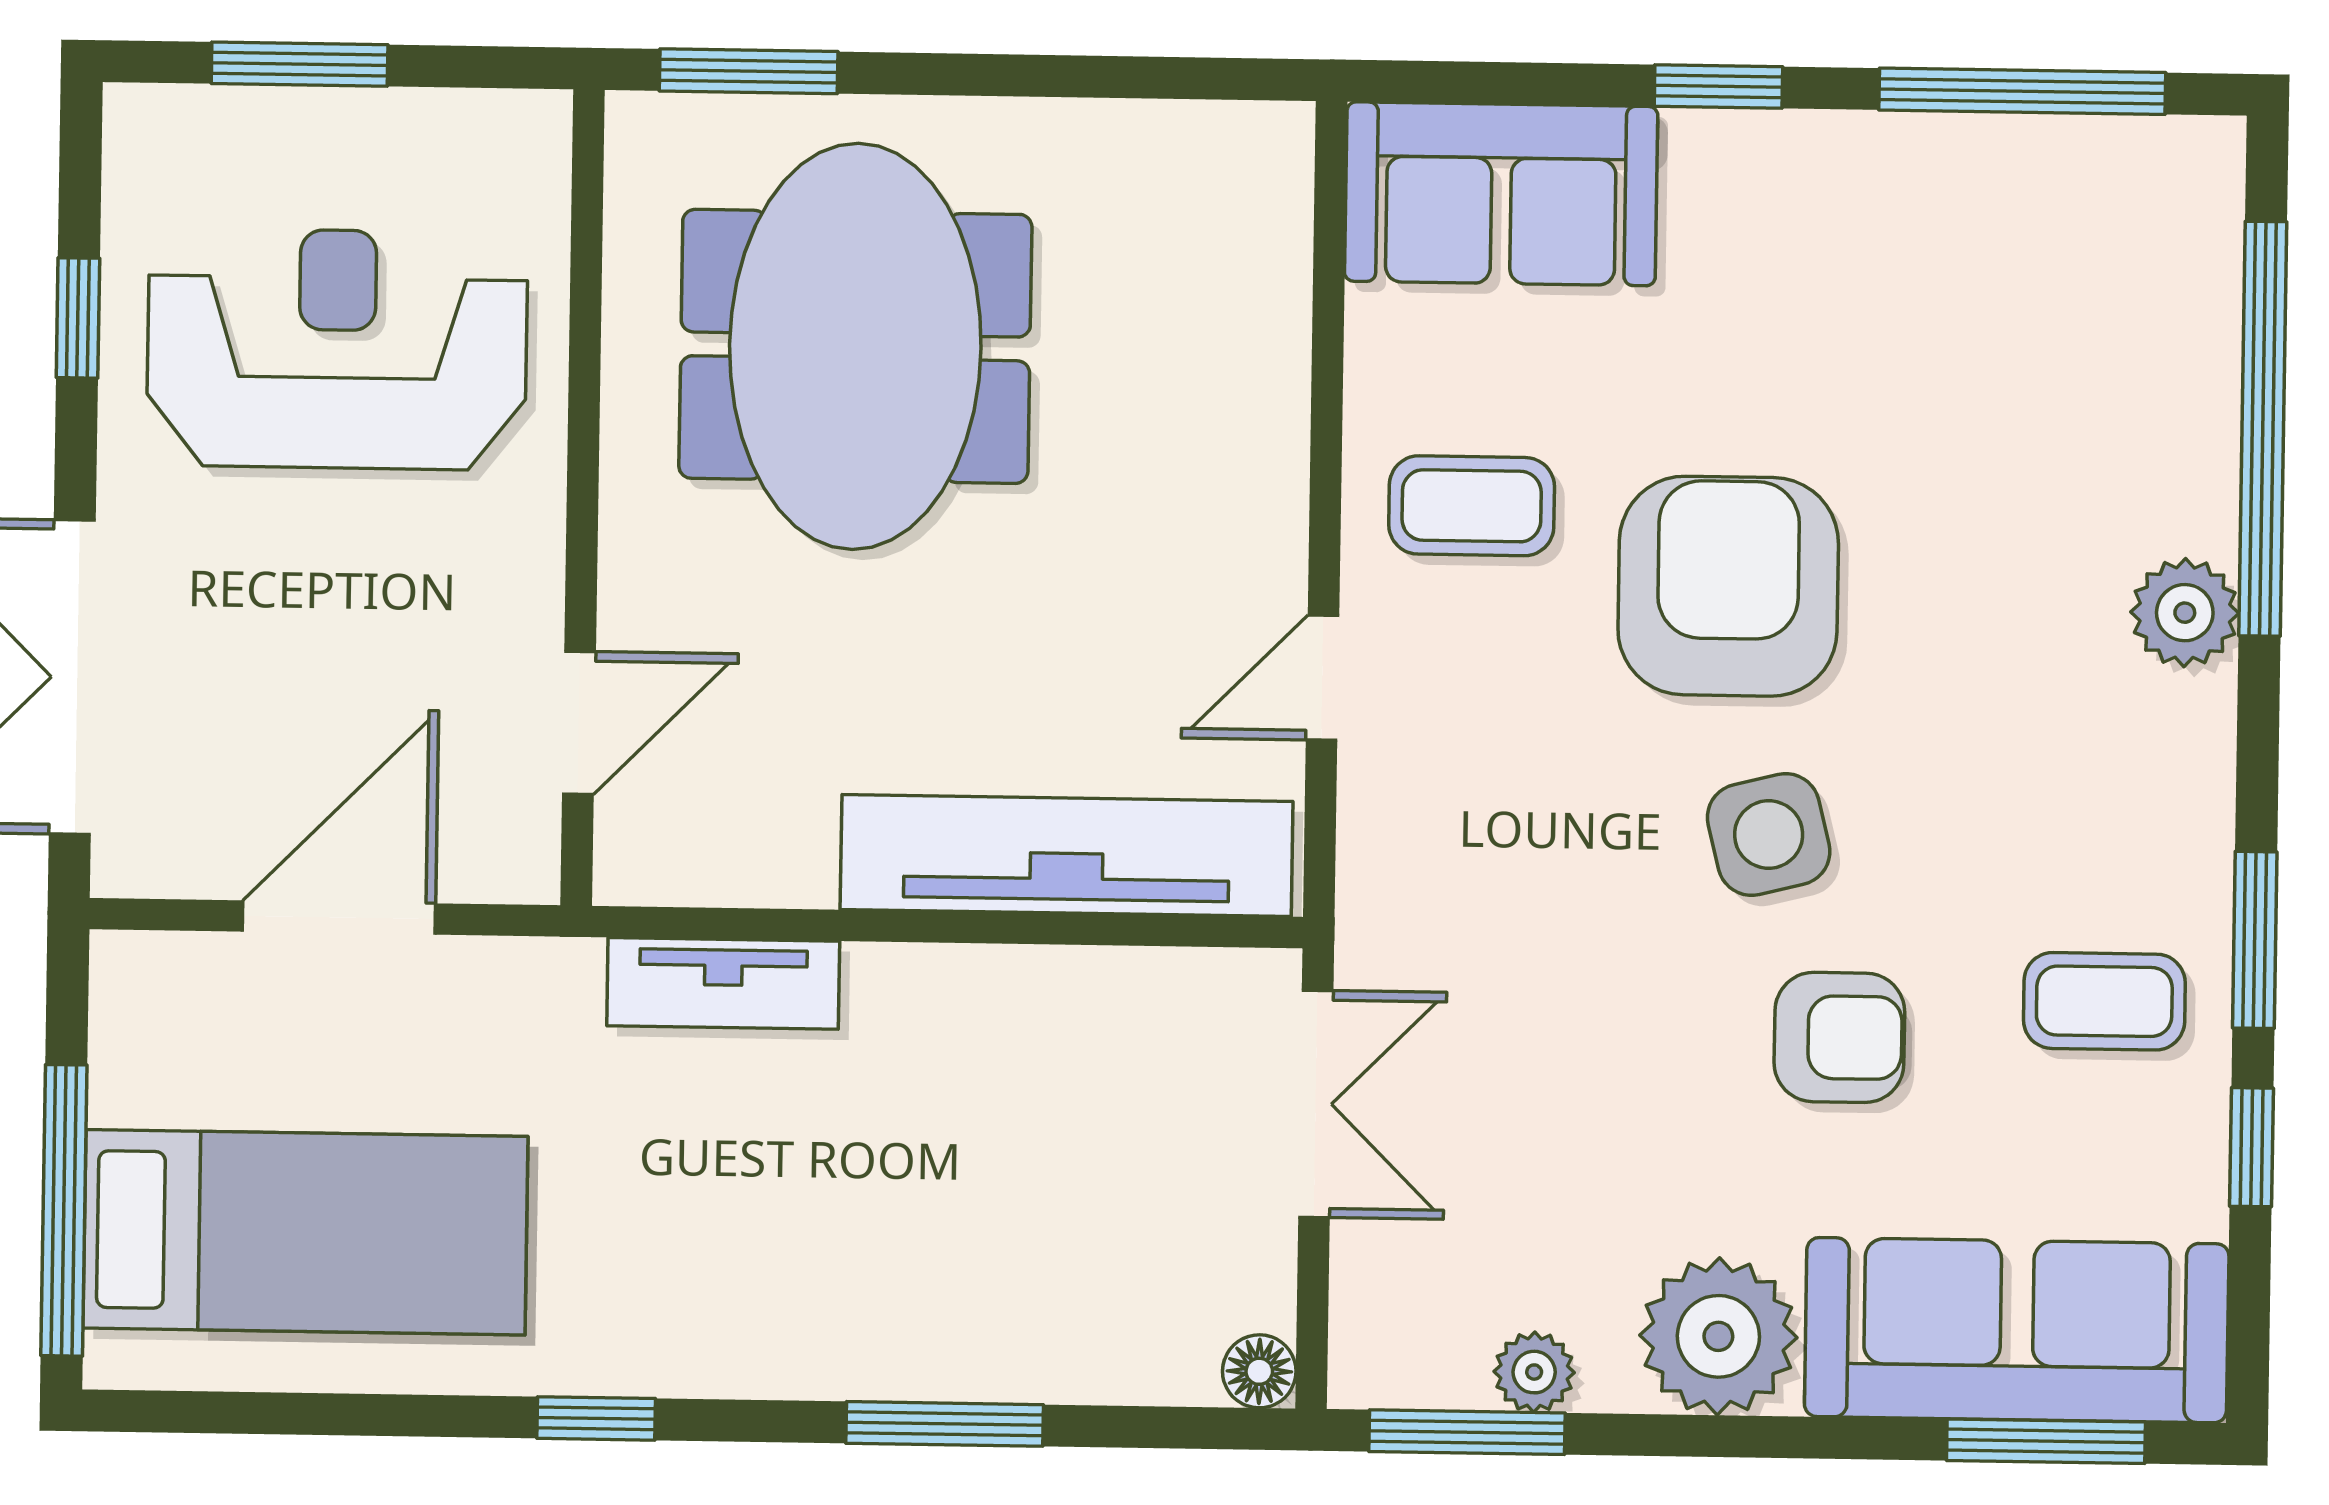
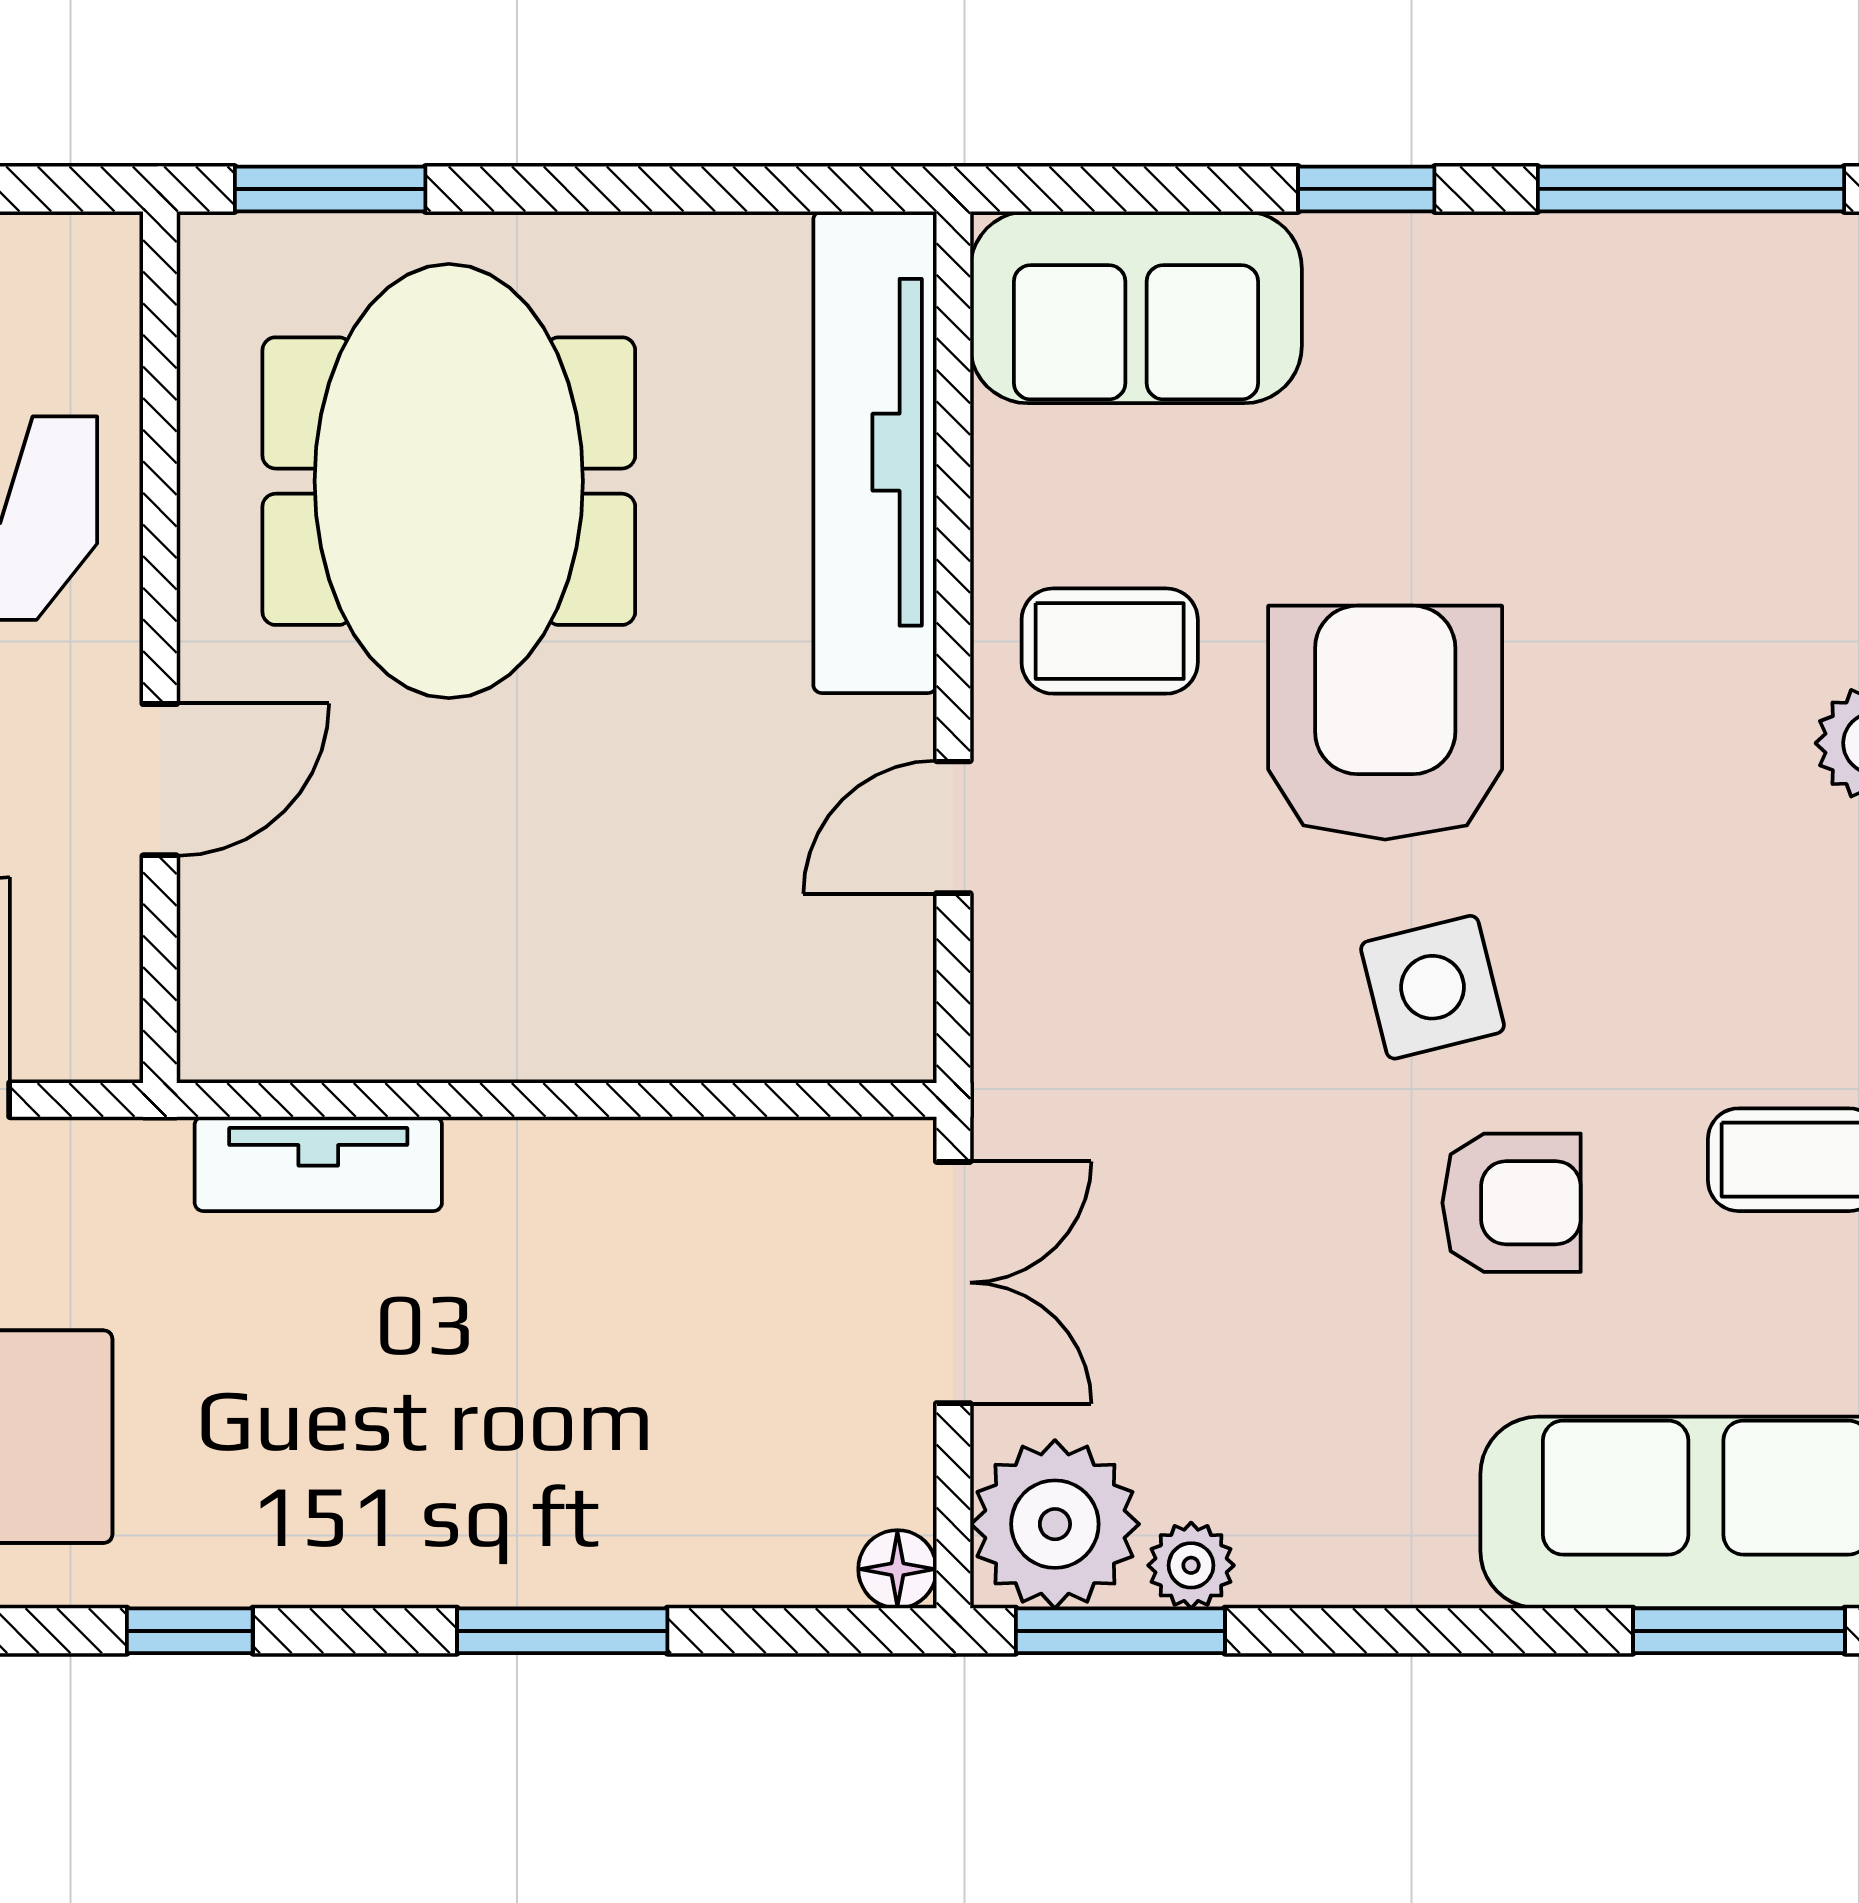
door: (579, 723) -> (160, 780), moved
tv unit: (1067, 855) -> (875, 452), moved, turned -90
plant: (1718, 1336) -> (1055, 1524), moved

